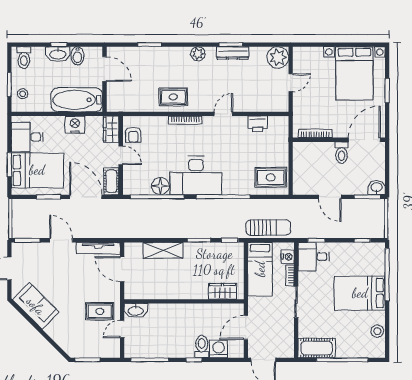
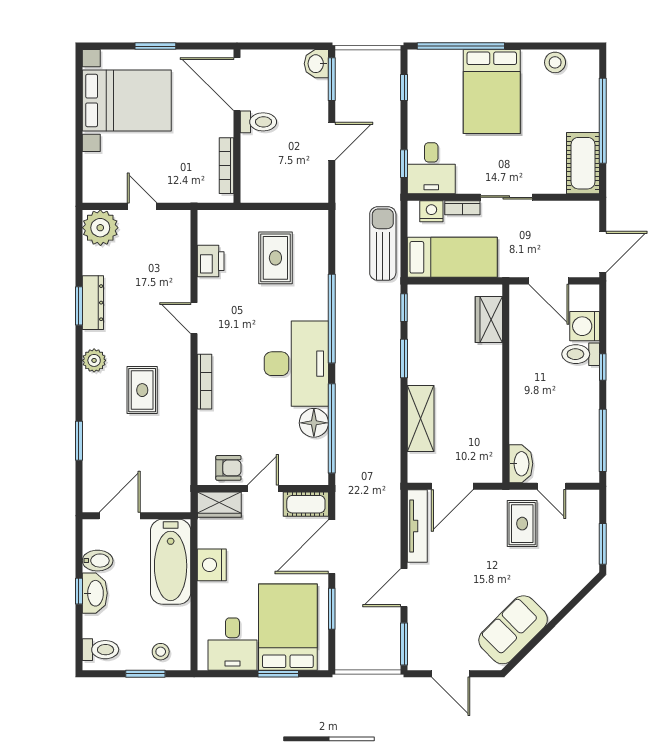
rug: (173, 97) -> (142, 390), moved
rug: (271, 177) -> (275, 258), moved

